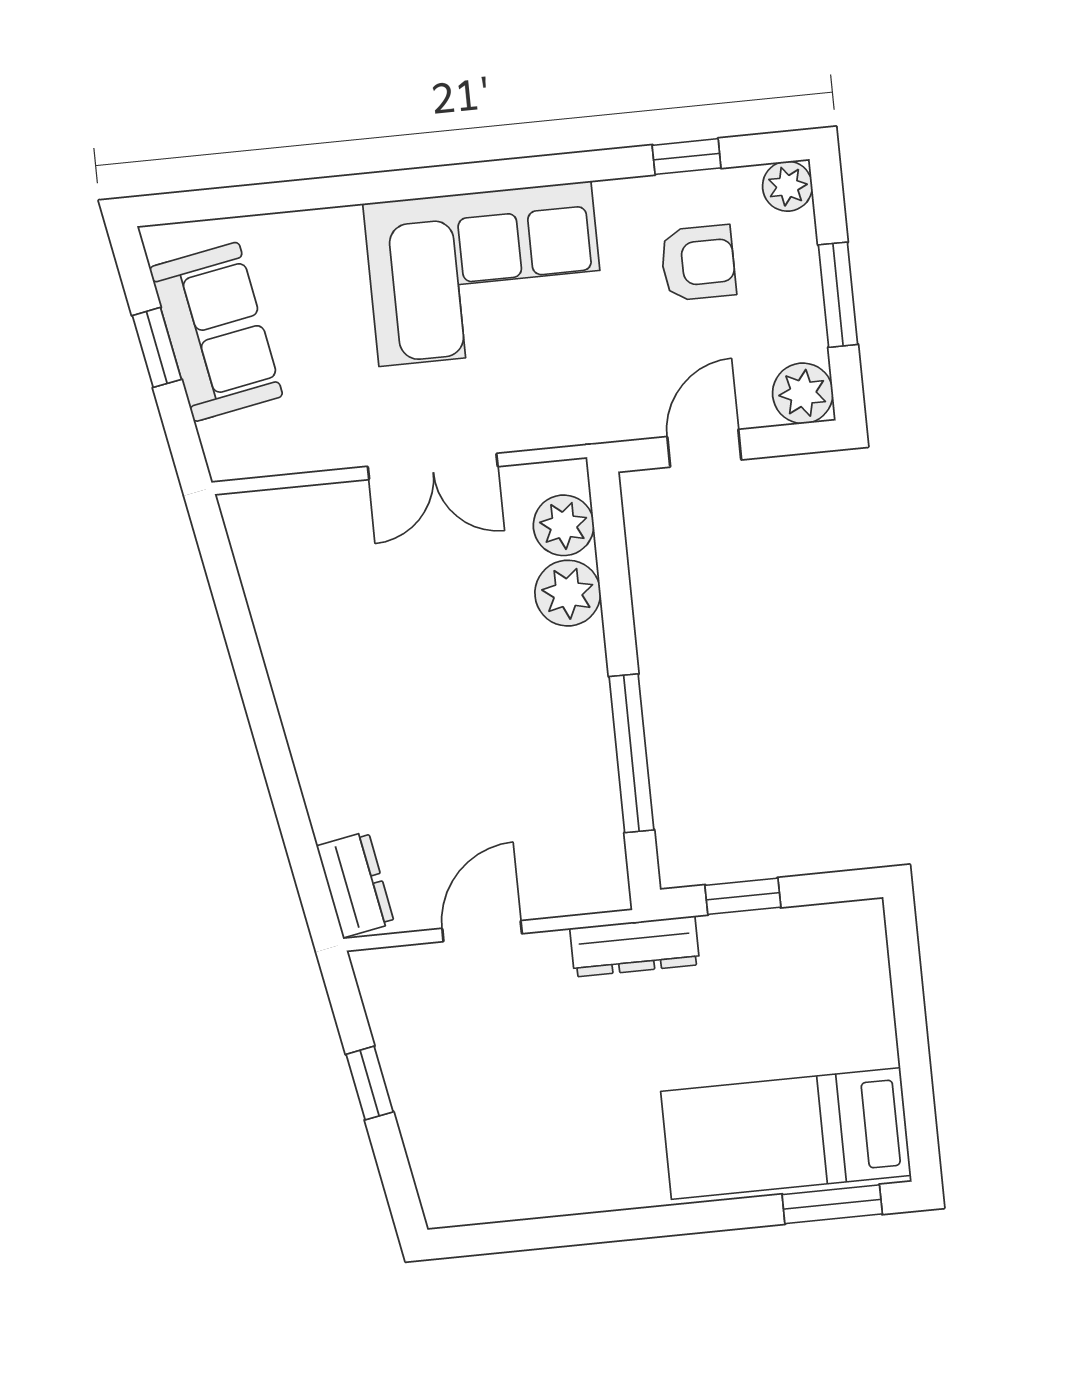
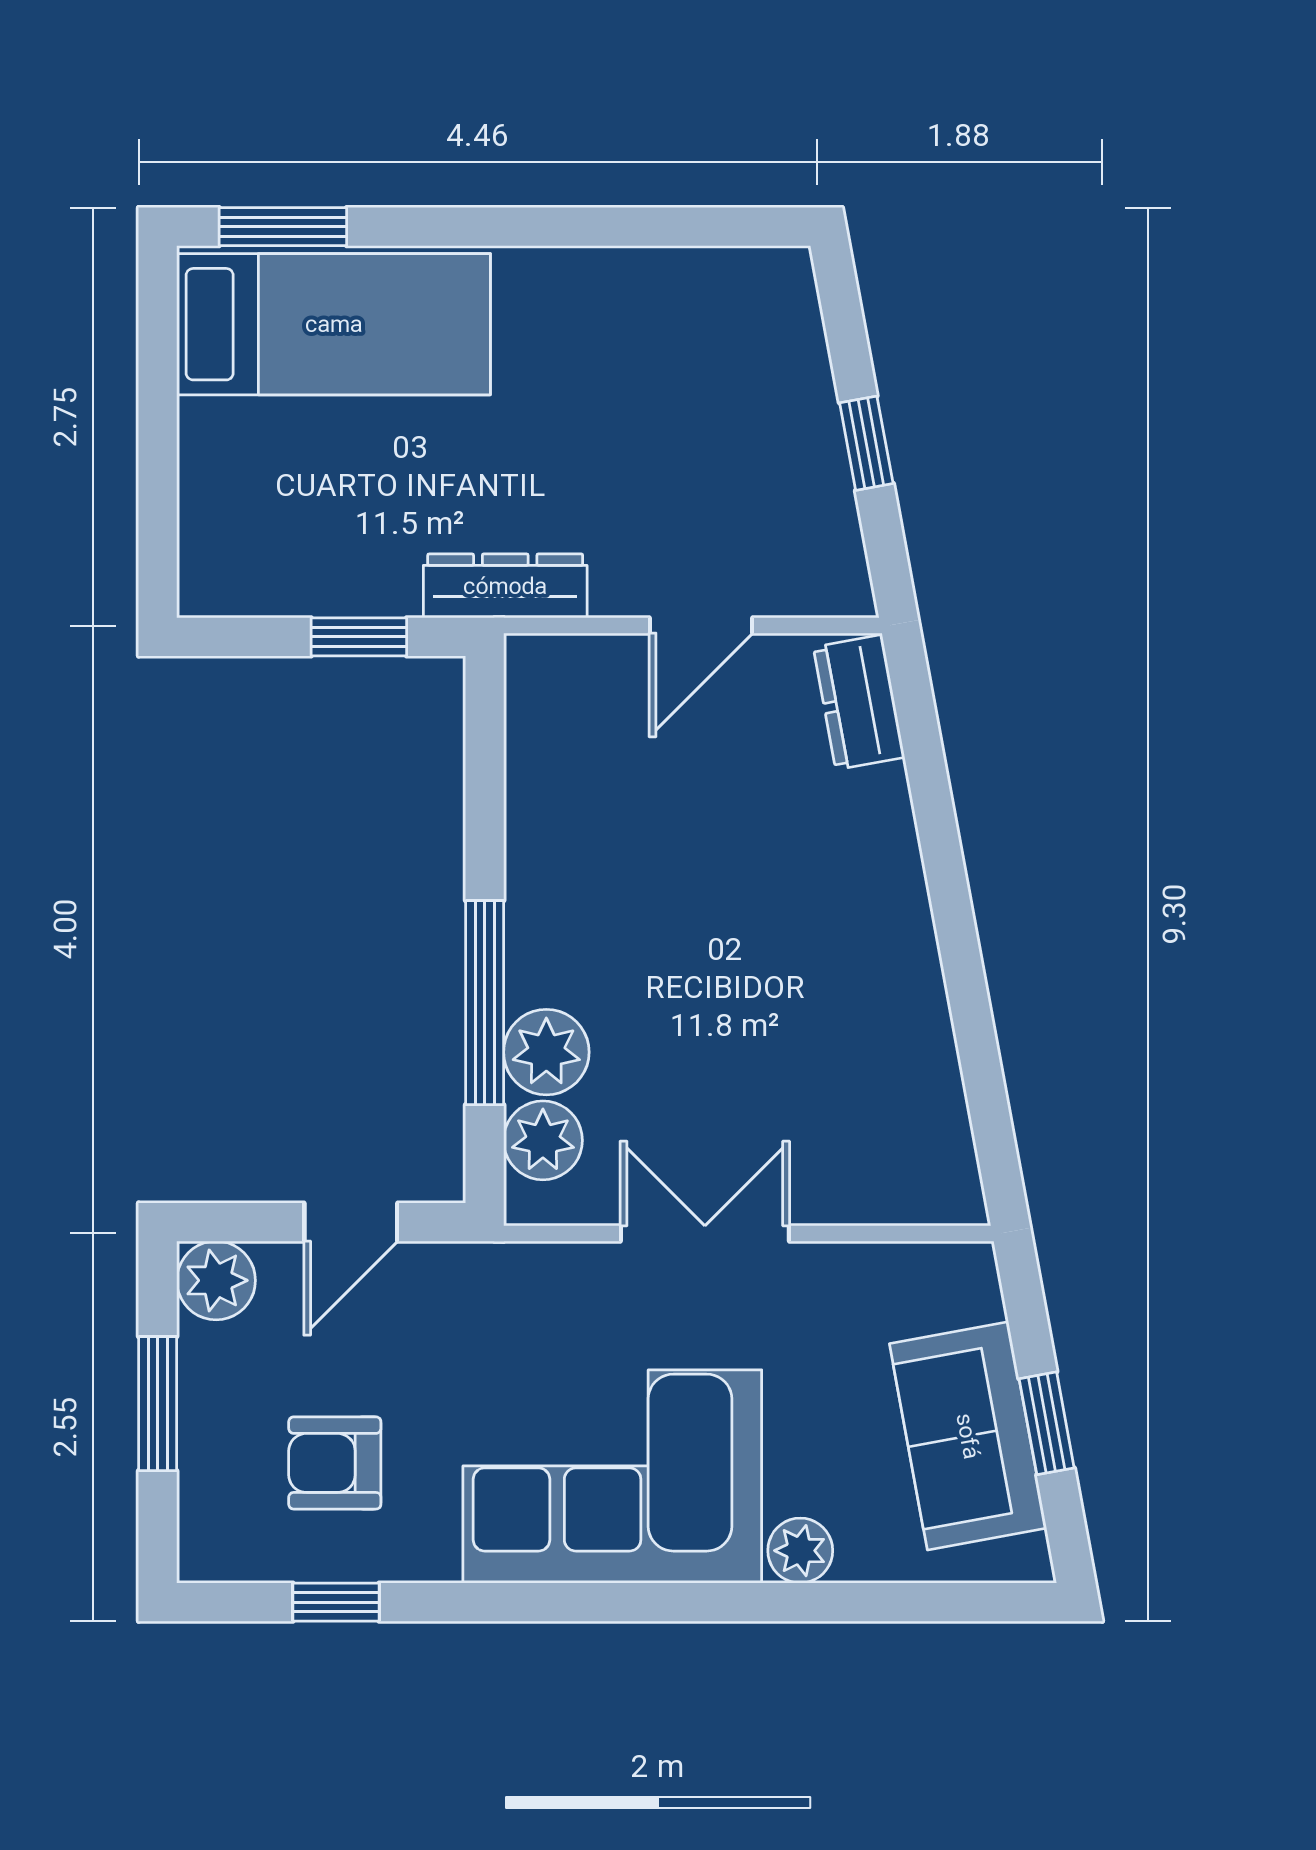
plant: (787, 186) -> (800, 1551), moved
window: (631, 753) -> (485, 1003), moved

